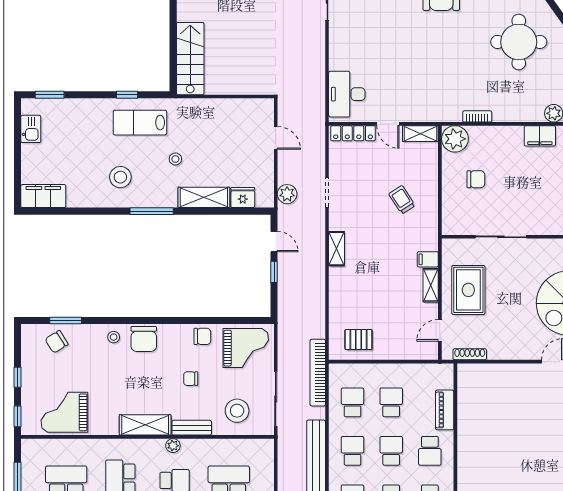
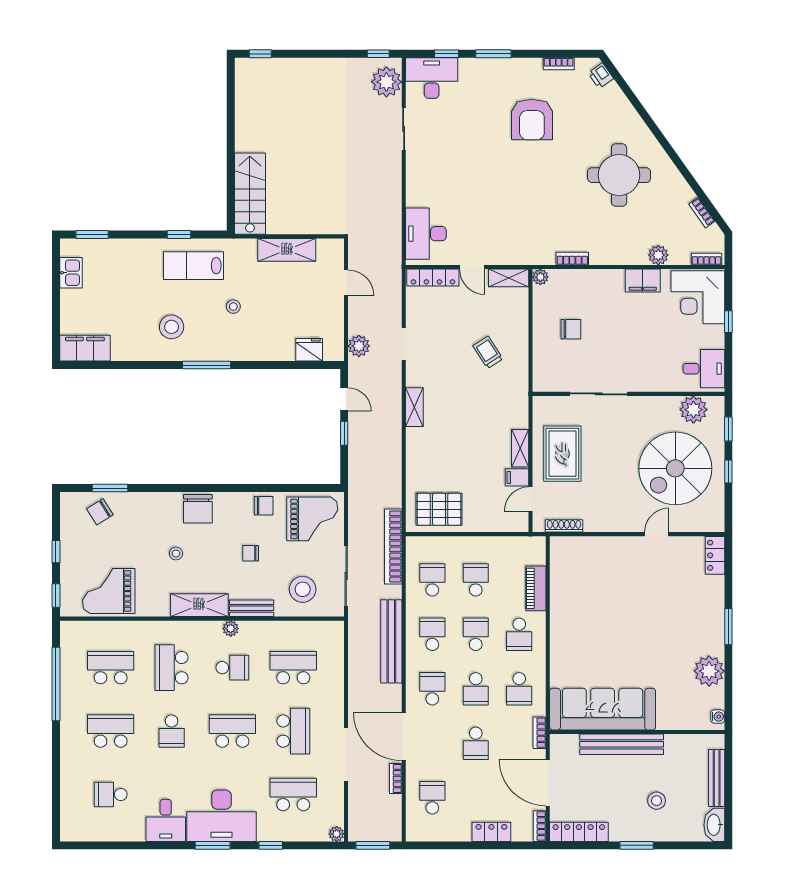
plant: (455, 139) -> (540, 277), width x0.53, depth x0.53
shelving: (204, 197) -> (287, 250), moved
filing cabinet: (428, 259) -> (517, 477), moved
stool: (114, 337) -> (176, 554), moved
pallet: (359, 339) -> (439, 509), width x1.50, depth x1.42

